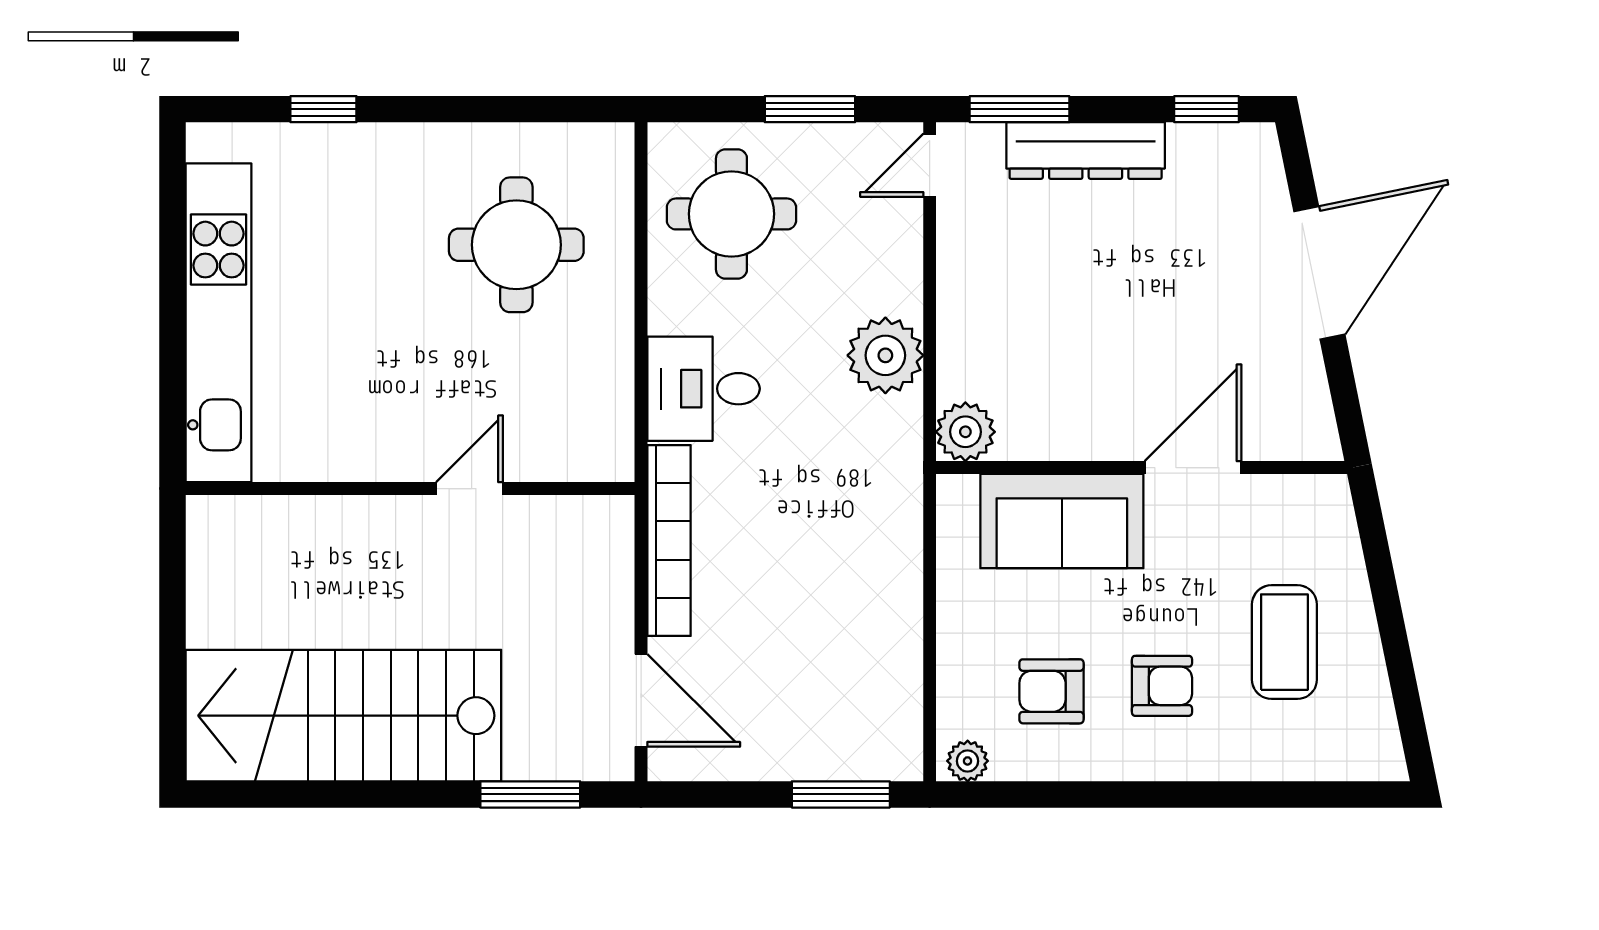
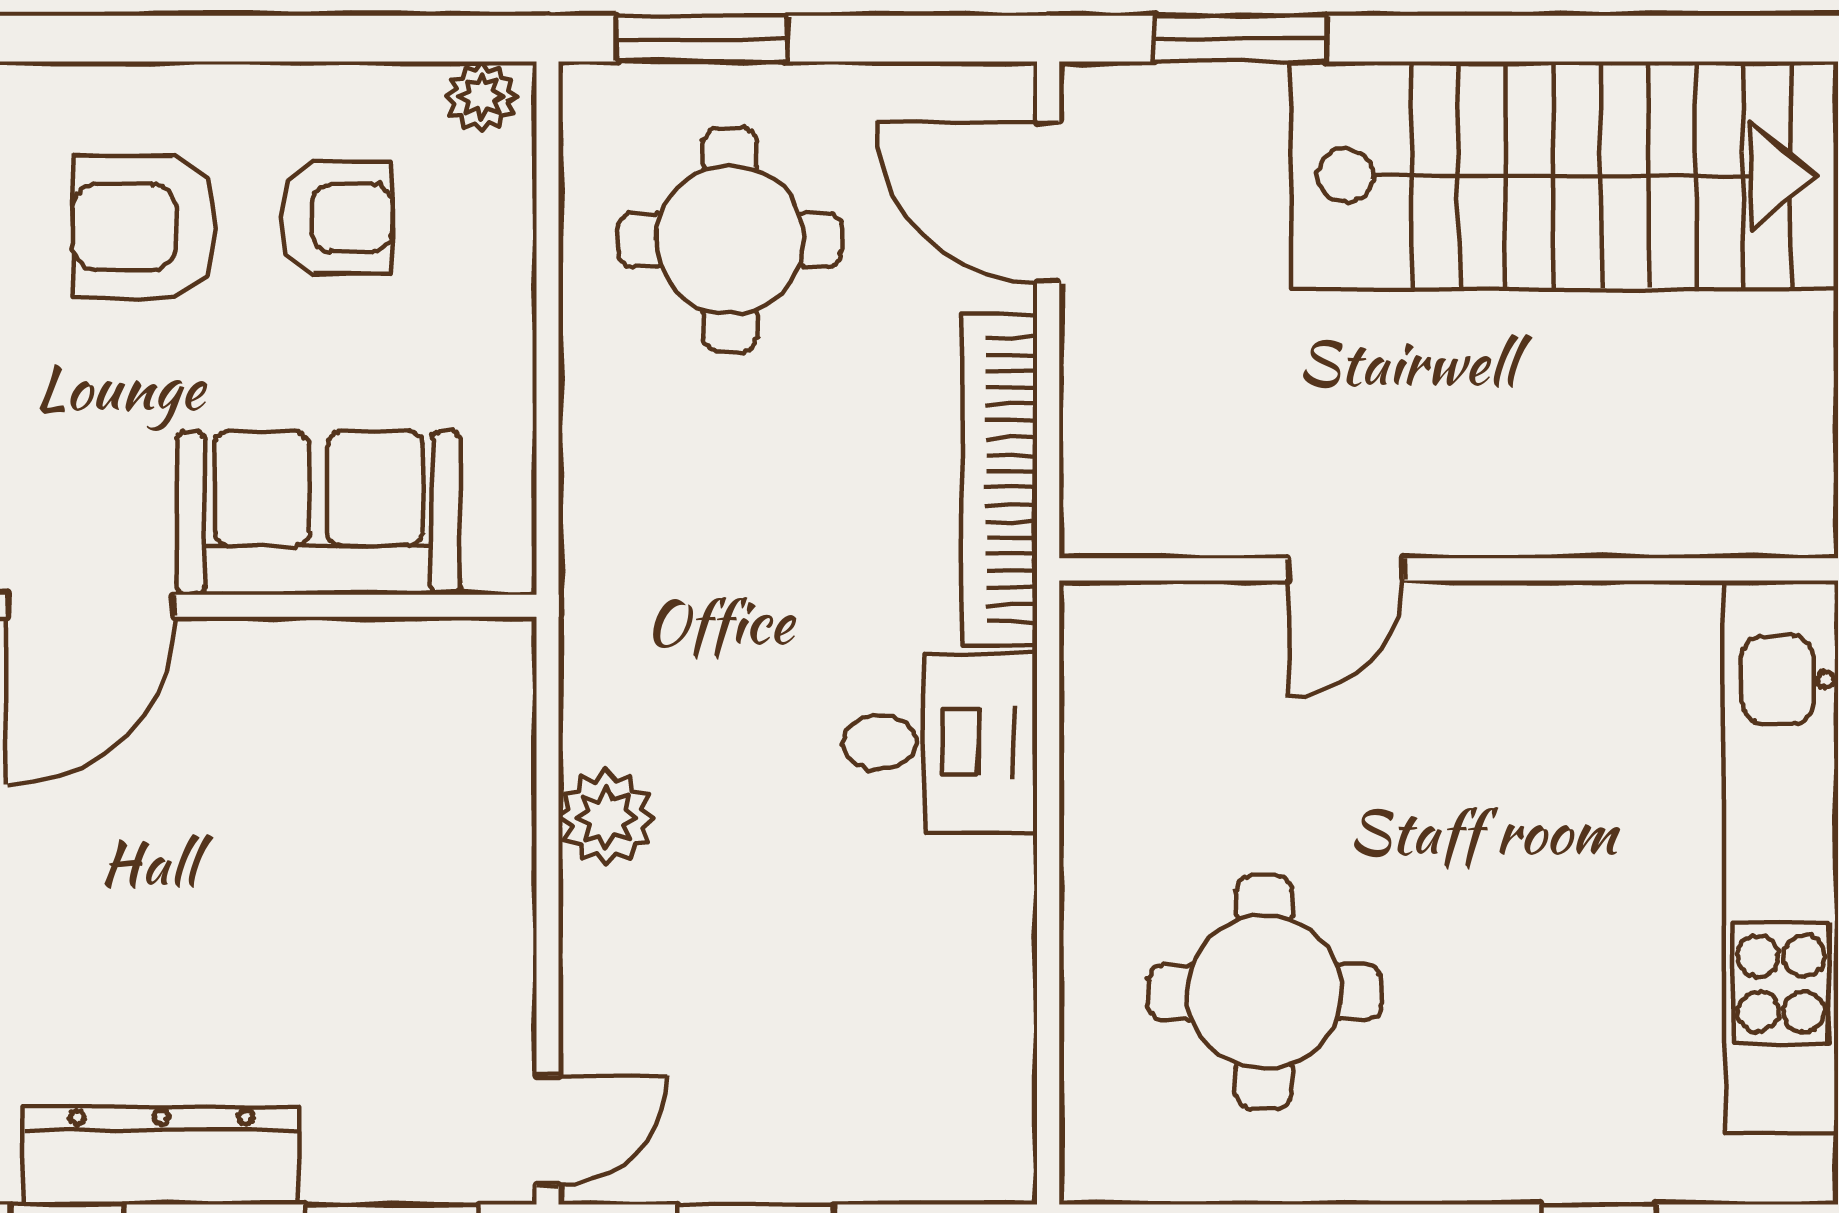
dresser: (1086, 151) -> (161, 1156), moved
round table: (731, 214) -> (730, 240), moved
plant: (885, 355) -> (607, 818), width x0.73, depth x0.73
plant: (965, 432) -> (485, 668), removed
armchair: (1162, 686) -> (145, 227), width x1.38, depth x1.38

